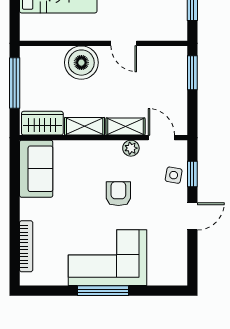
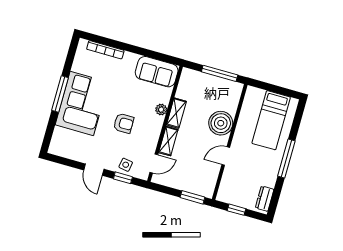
wardrobe: (42, 123) -> (187, 85), removed
plant: (131, 148) -> (161, 110), moved

